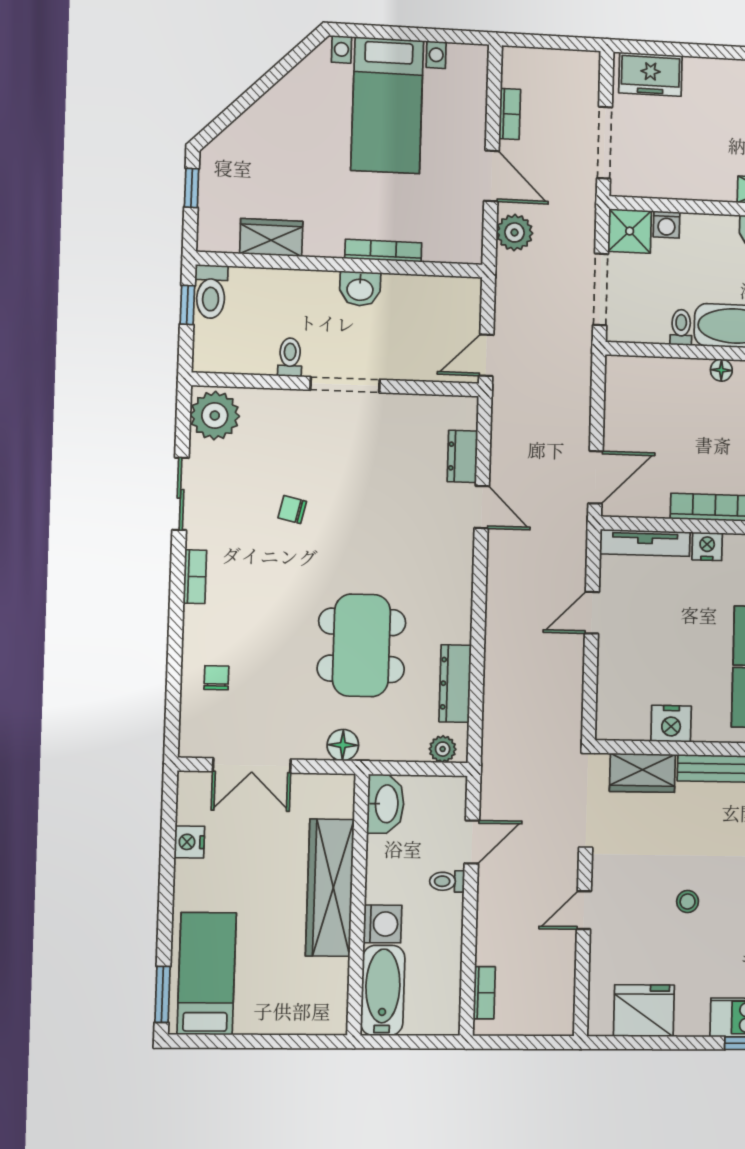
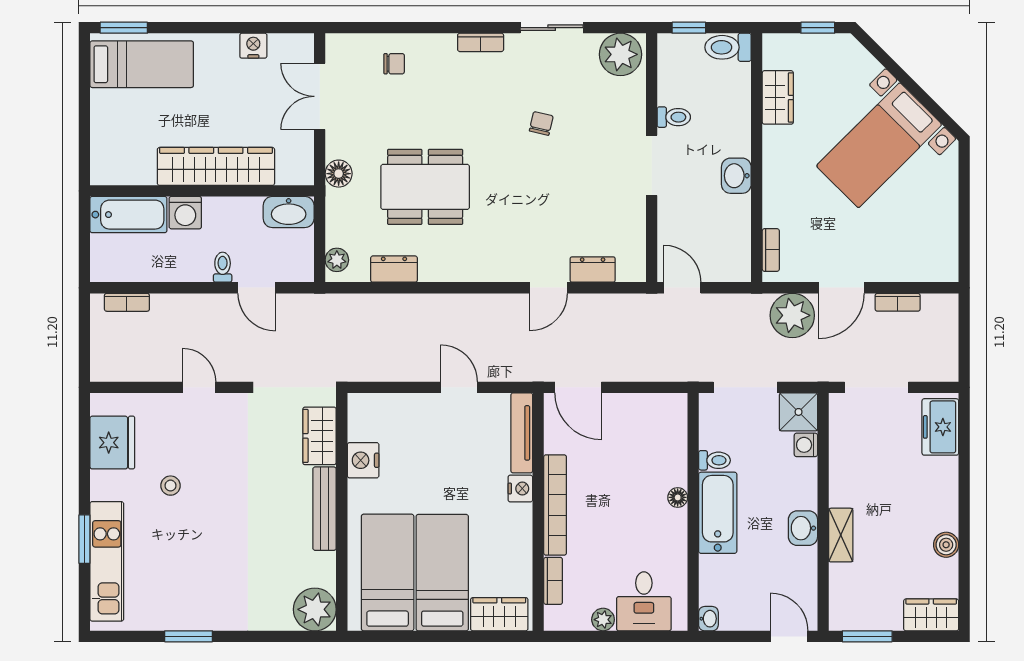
bed with nightstands: (387, 105) -> (879, 145), moved, turned -45
plant: (515, 232) -> (792, 315), width x1.36, depth x1.36
bookcase: (383, 251) -> (771, 250), moved, width x0.64
window: (187, 305) -> (689, 28), moved
dresser: (455, 683) -> (394, 269), width x0.70
stool: (688, 902) -> (171, 486), moved

